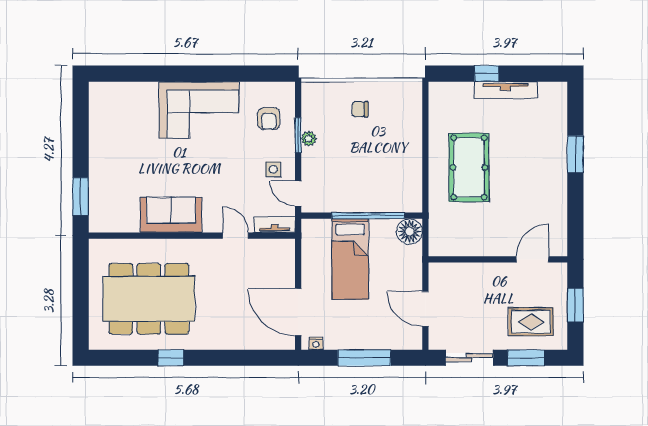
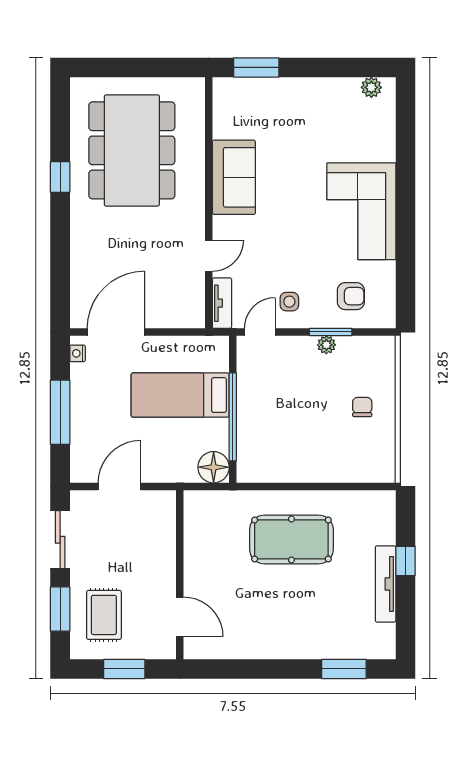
plant: (97, 102) -> (371, 87), added
armchair: (269, 119) -> (351, 296), turned 180
window: (575, 154) -> (344, 669), moved

